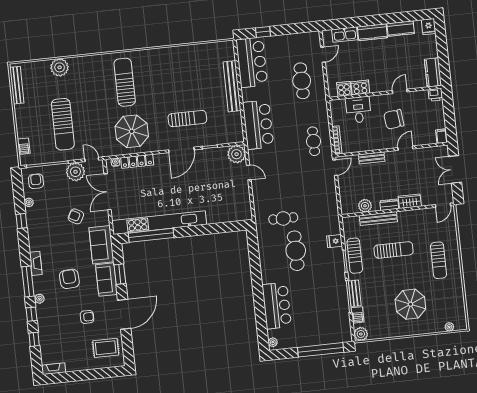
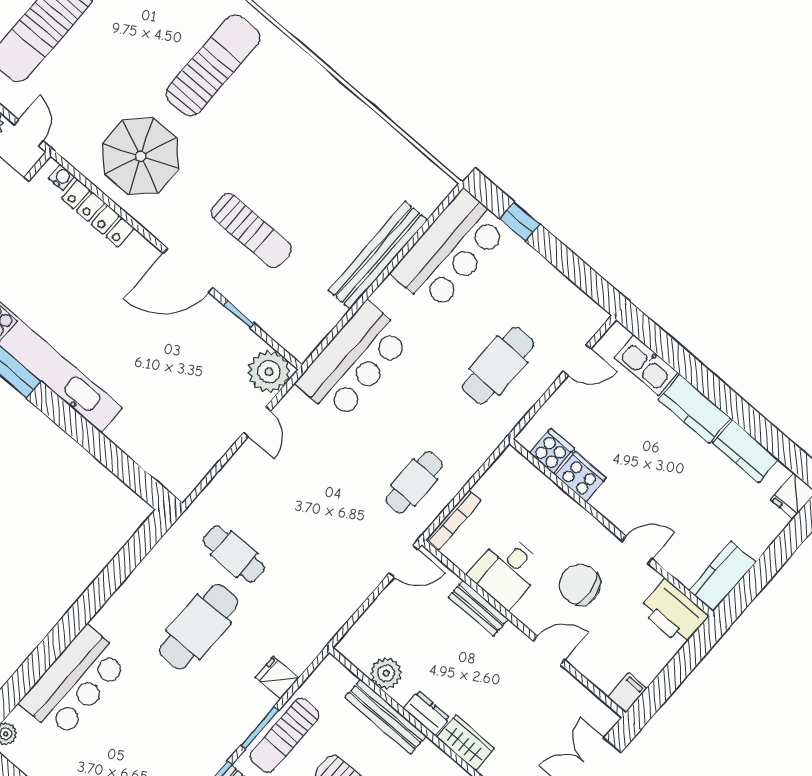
printer: (435, 95) -> (673, 612), width x1.87, depth x1.48
desk: (358, 110) -> (507, 571), moved, turned 180

